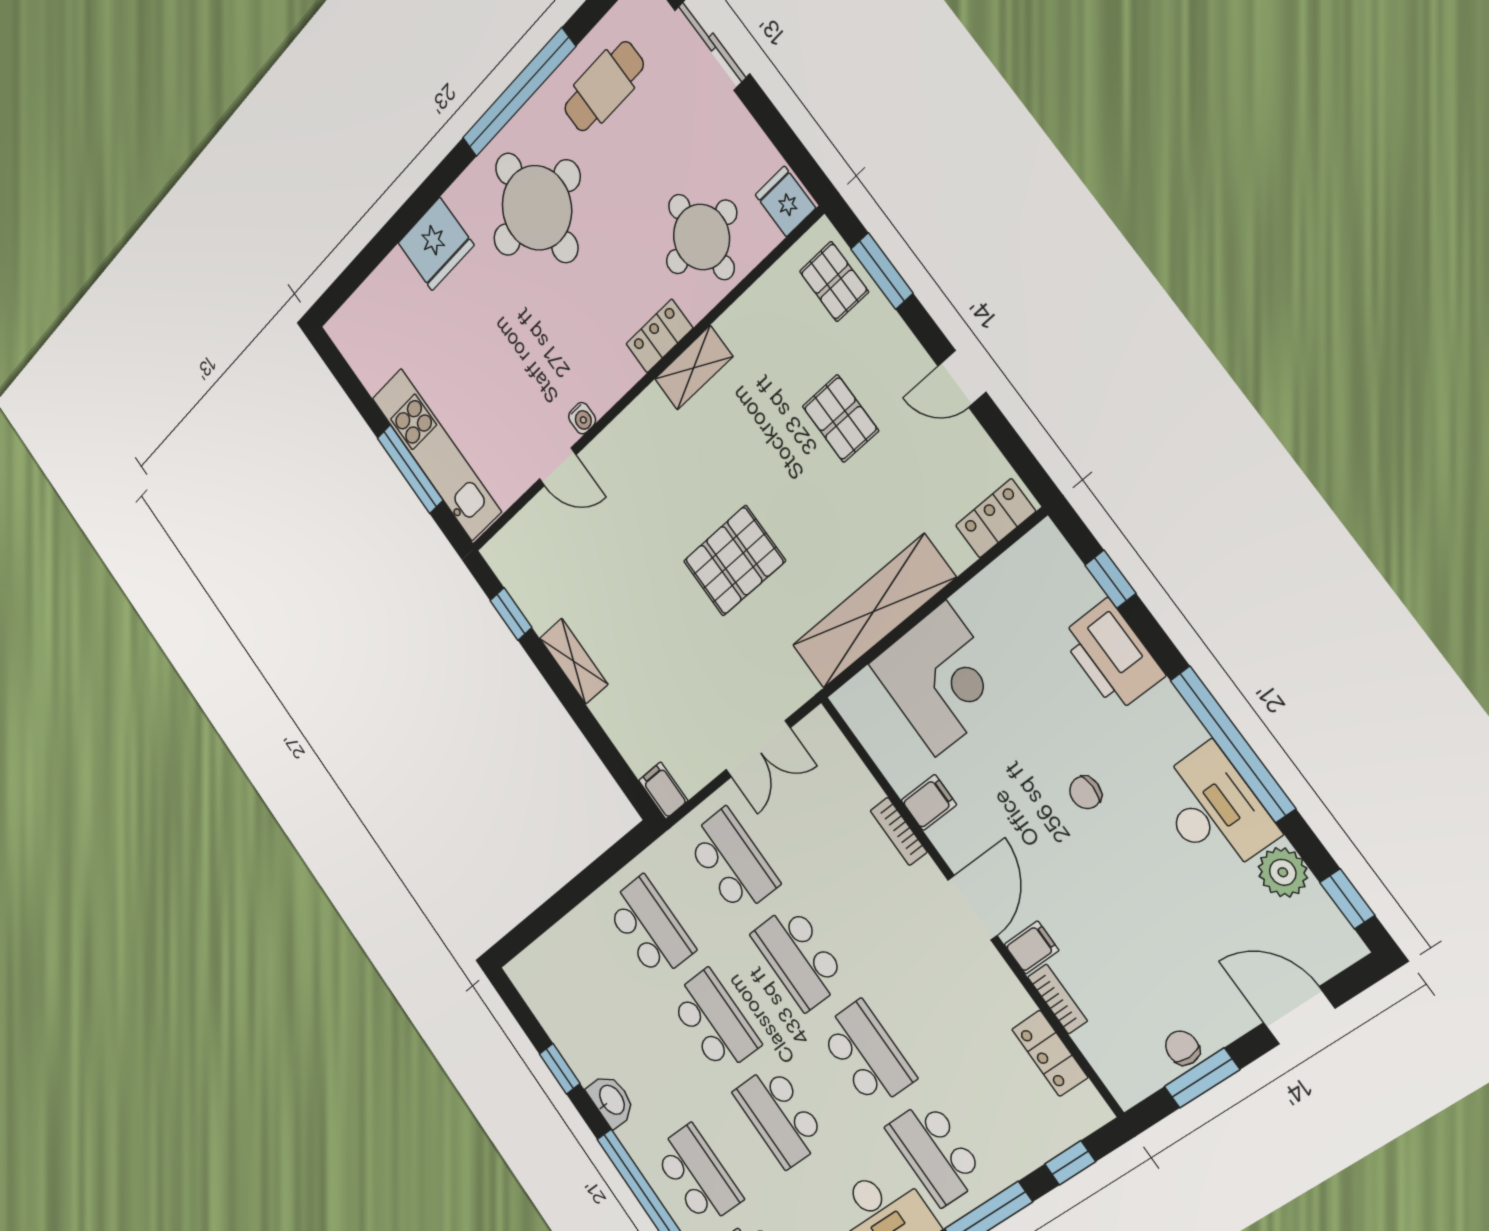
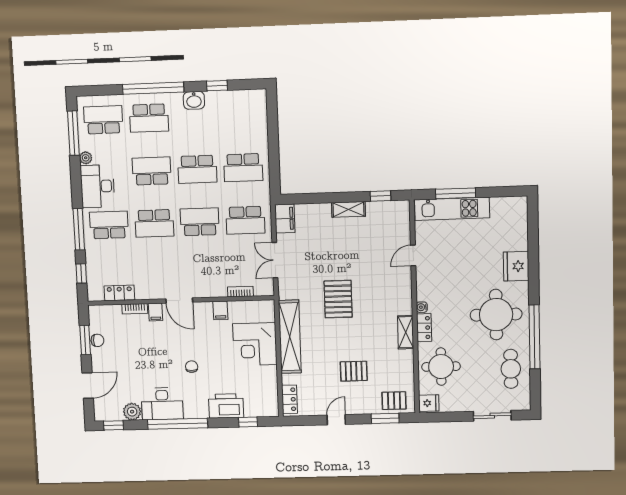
water cooler: (582, 418) -> (422, 307), moved
filing cabinet: (663, 790) -> (285, 219), width x2.00
bookcase: (899, 831) -> (240, 292), moved

